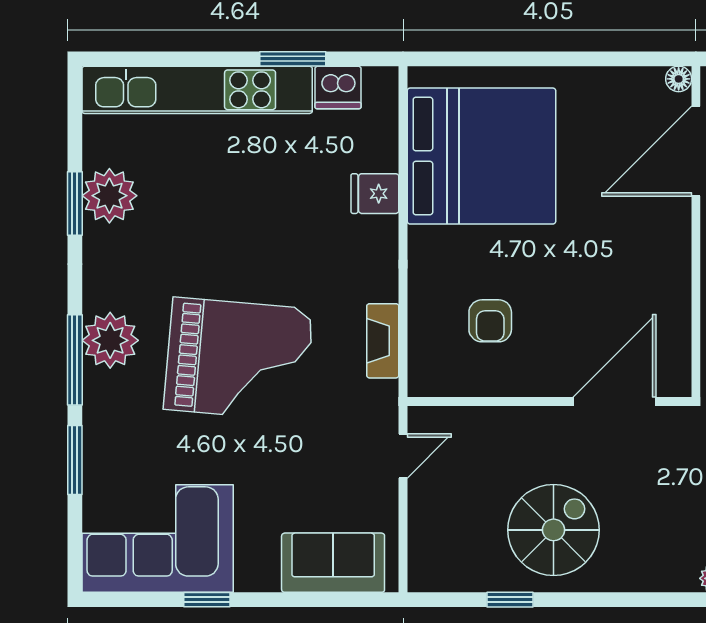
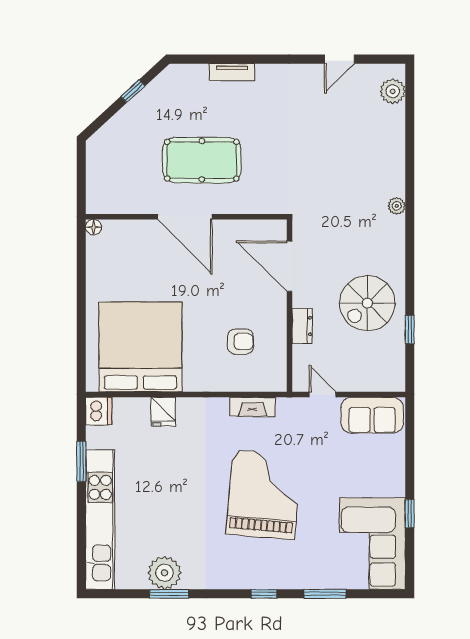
dishwasher: (338, 87) -> (99, 411), moved
door: (696, 151) -> (185, 217), moved
plant: (110, 340) -> (252, 572), removed
window: (75, 360) -> (264, 594), width x0.46
dresser: (516, 422) -> (302, 326), added
spiral stairs: (554, 530) -> (367, 303), turned -90
sofa: (333, 563) -> (372, 415), moved, turned -90

